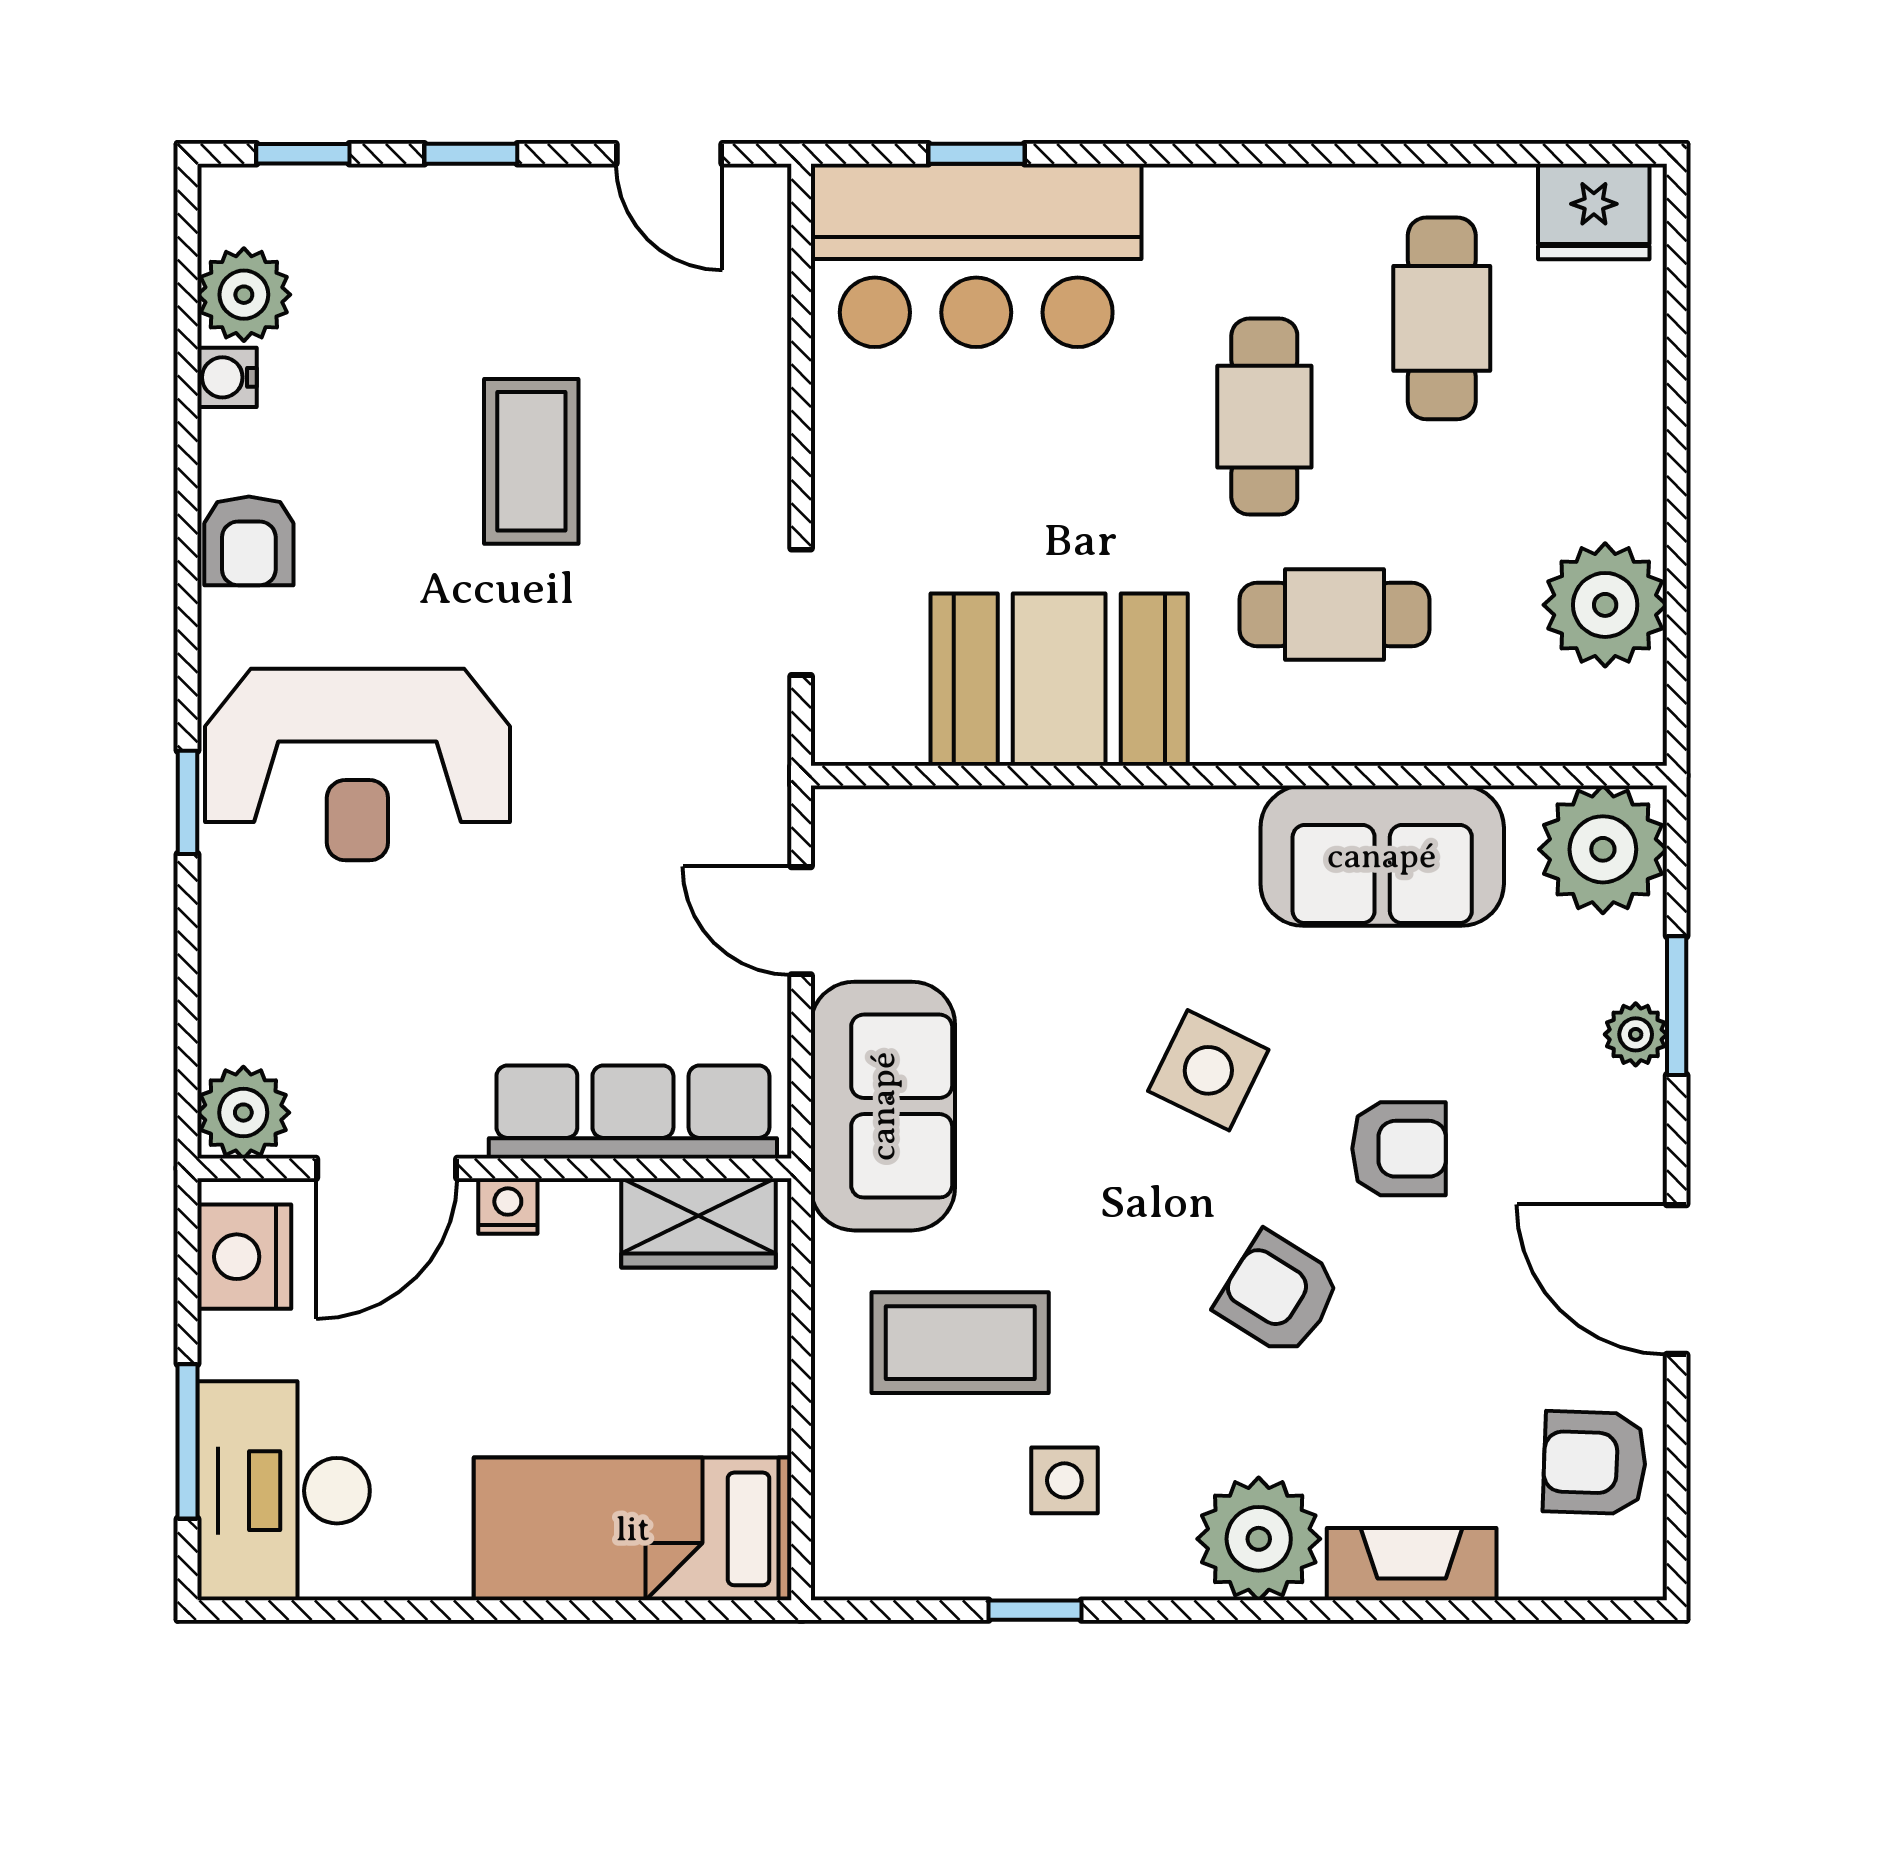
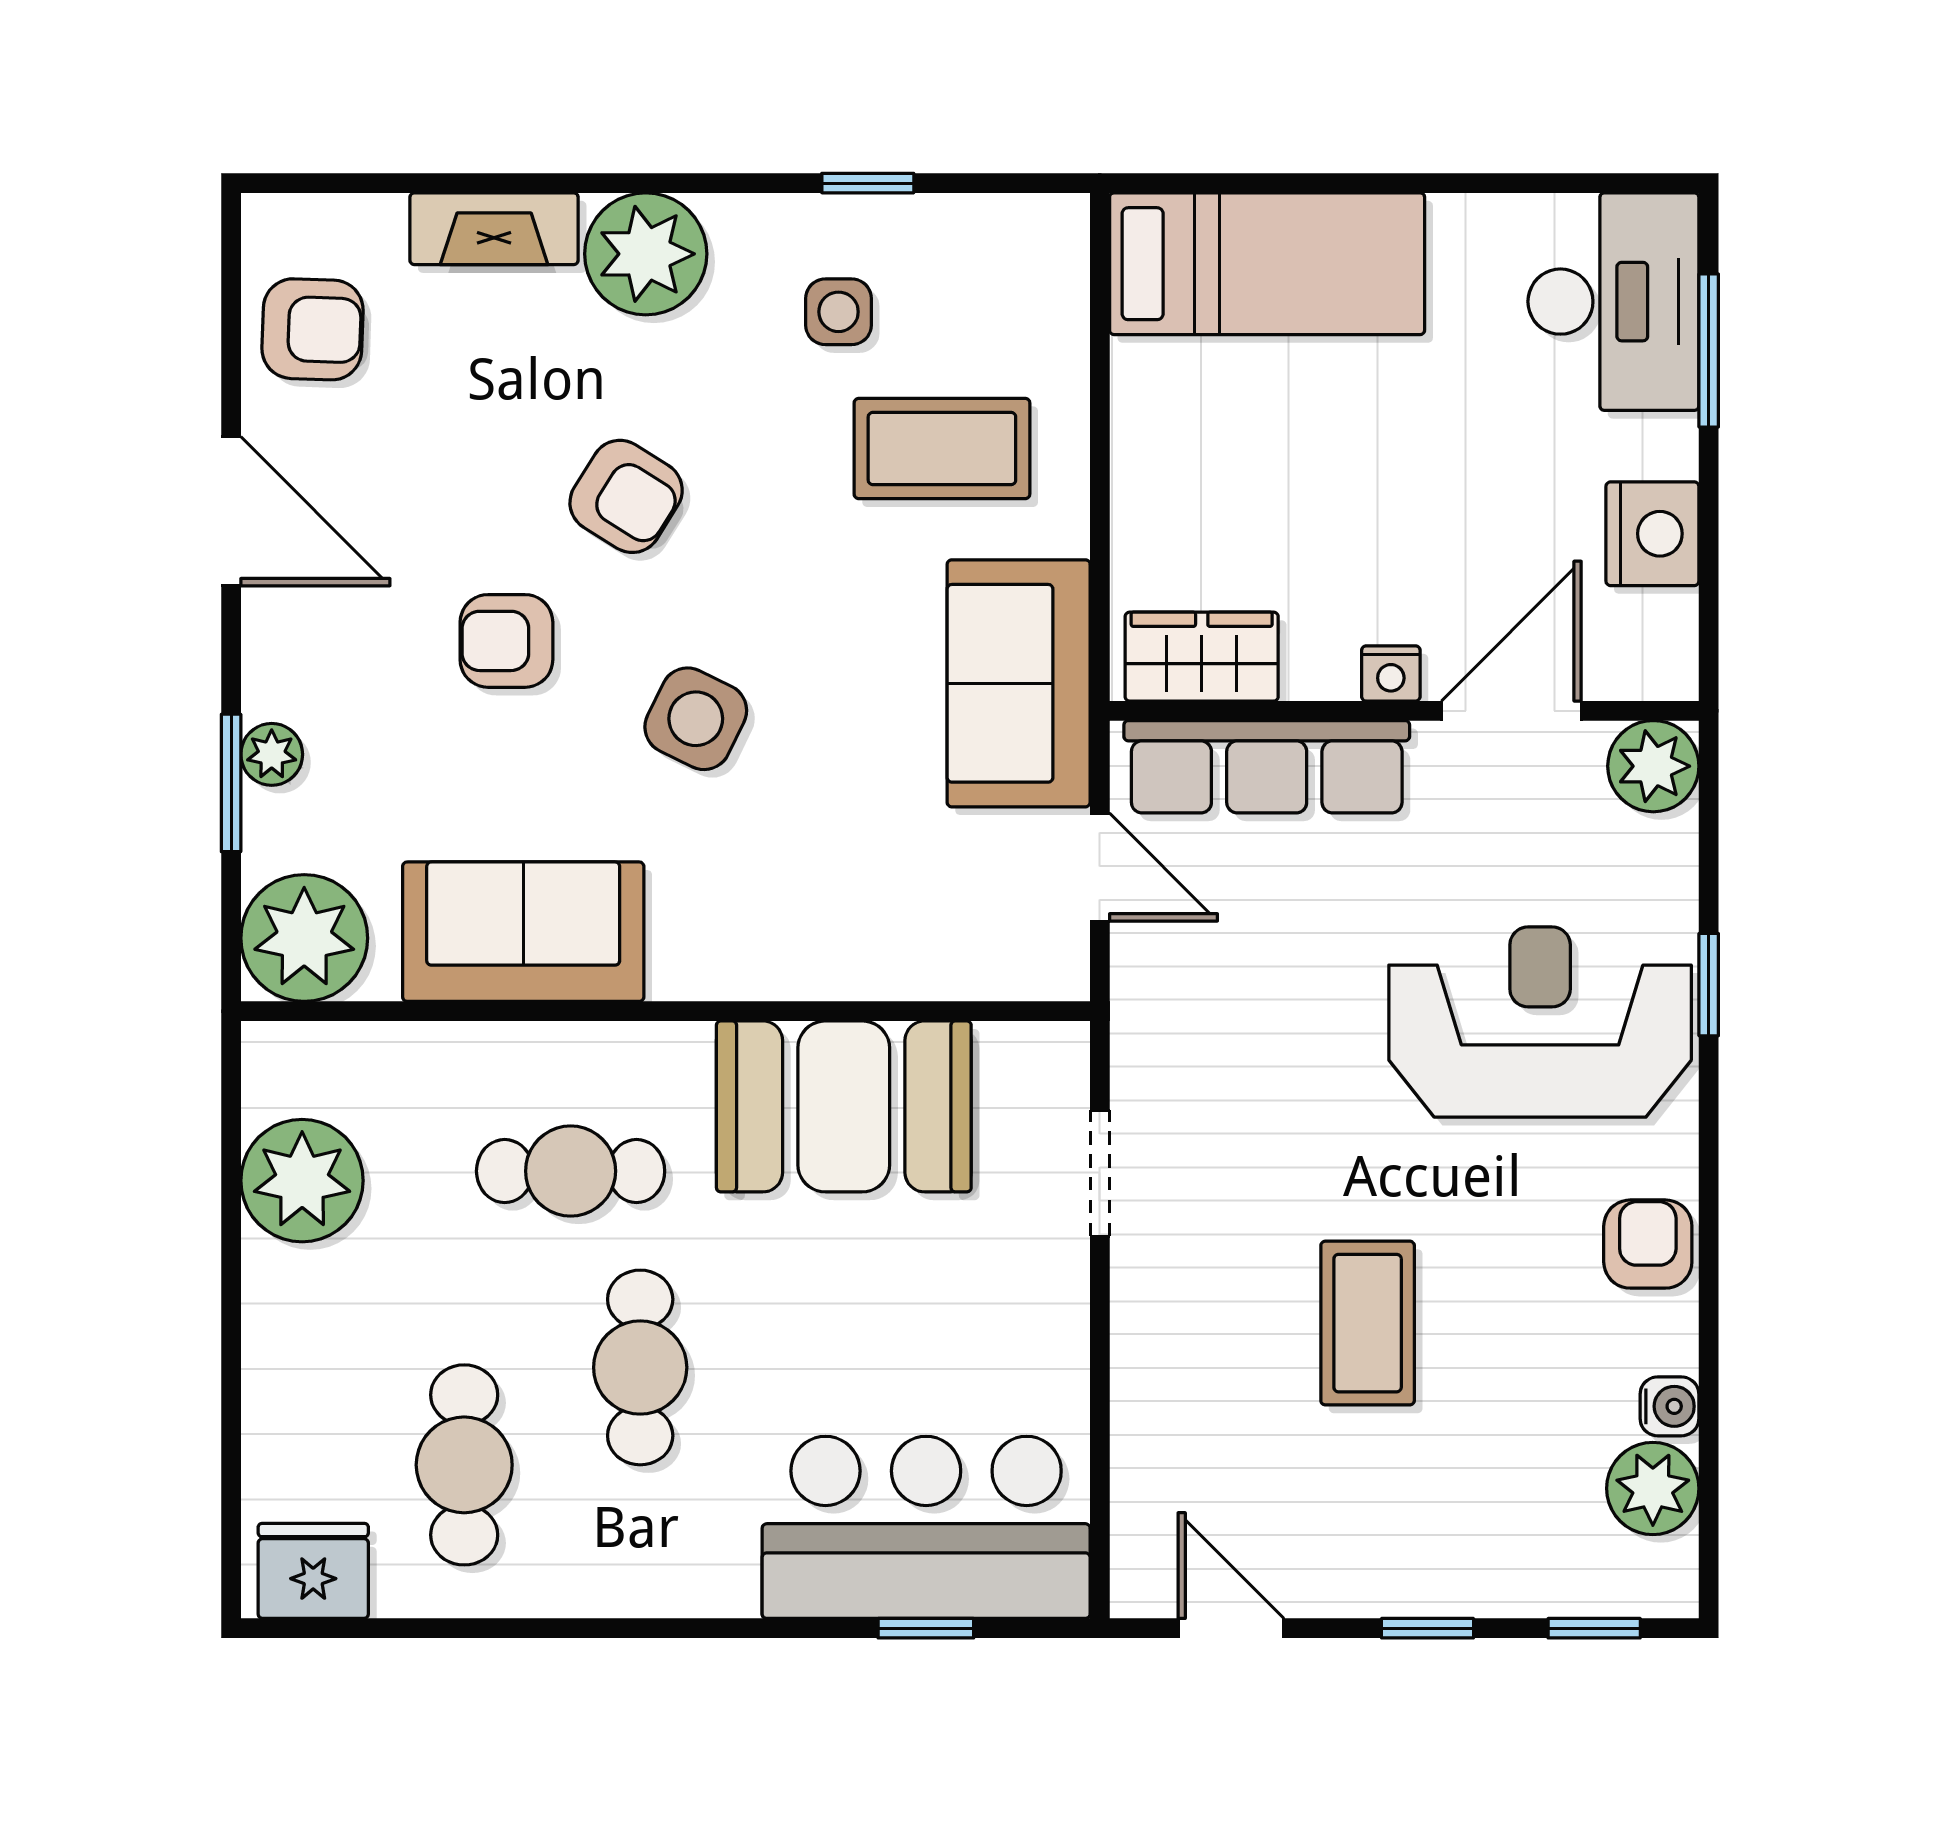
row of seats: (633, 1112) -> (1267, 767), moved
plant: (243, 1113) -> (1653, 766), moved
door: (387, 1168) -> (1511, 711), moved
wall: (494, 1168) -> (1404, 711), moved
nightstand: (508, 1206) -> (1391, 673), moved
wardrobe: (699, 1223) -> (1202, 657), moved

